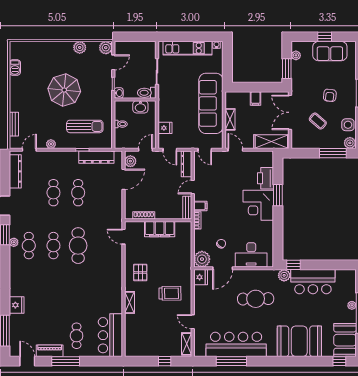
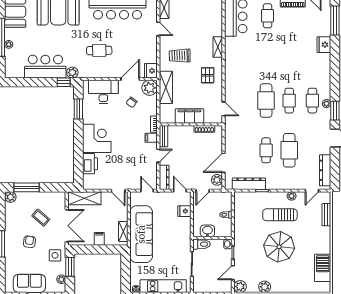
barbecue: (15, 67) -> (323, 268), width x1.88, depth x1.53
shelving: (230, 119) -> (123, 231), moved
side table: (348, 125) -> (55, 255), moved
sun lounger: (85, 126) -> (280, 215), moved
cafe table: (53, 193) -> (289, 150), width x1.37, depth x1.35
window: (278, 195) -> (78, 109), moved
shelving: (185, 260) -> (166, 87), added
cafe table: (256, 299) -> (99, 50), width x0.73, depth x0.74

